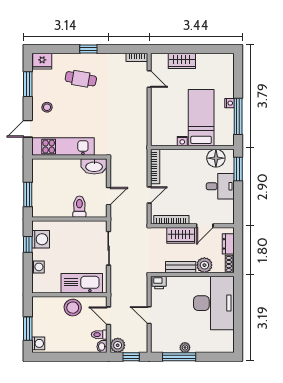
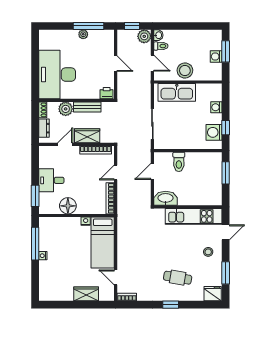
bed: (201, 118) -> (103, 243), moved
floor lamp: (216, 158) -> (68, 206), moved
washing machine: (38, 343) -> (216, 57), moved

